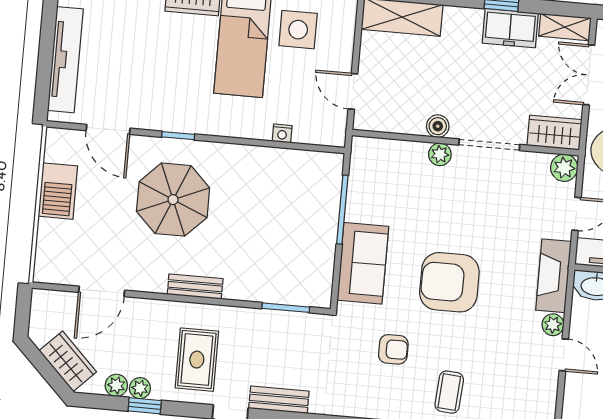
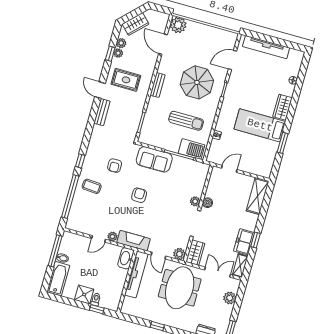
side table: (298, 30) -> (260, 150), removed
barbecue: (58, 191) -> (191, 149), moved, turned 180
sun lounger: (263, 208) -> (186, 121), added
plant: (52, 266) -> (178, 25), added
armchair: (449, 282) -> (139, 195), width x0.53, depth x0.53

